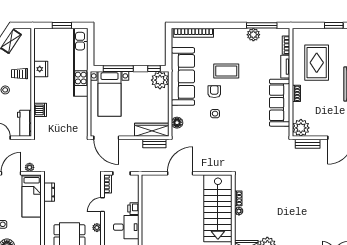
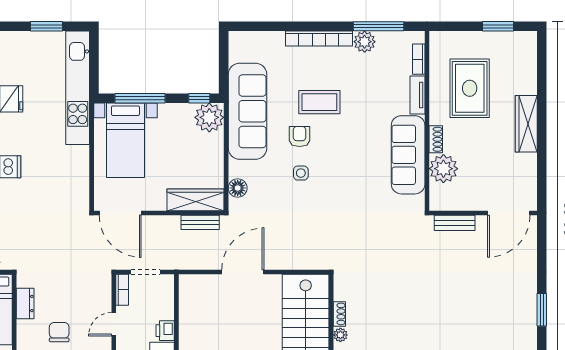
bookcase: (193, 33) -> (319, 39), moved
plant: (301, 128) -> (443, 169), moved
chair: (70, 209) -> (59, 332), added

